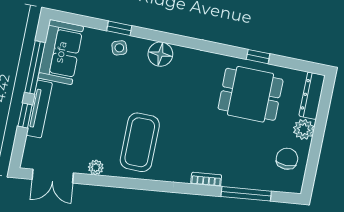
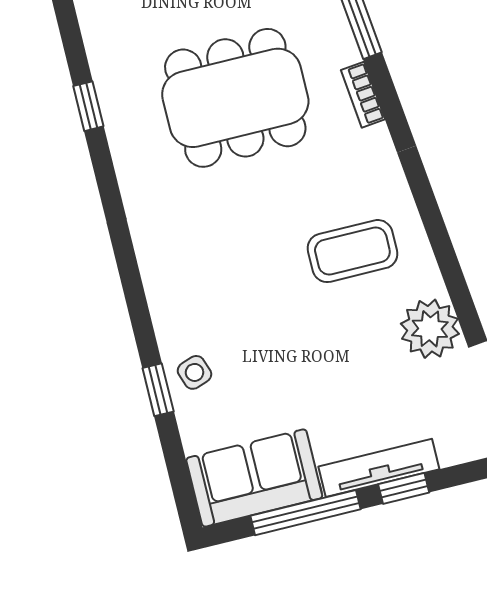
floor lamp: (160, 54) -> (170, 290), removed
dining table: (251, 94) -> (235, 98), moved, width x1.38
coffee table: (140, 142) -> (352, 251), width x0.73, depth x0.76
plant: (96, 167) -> (430, 329), width x1.88, depth x1.88

